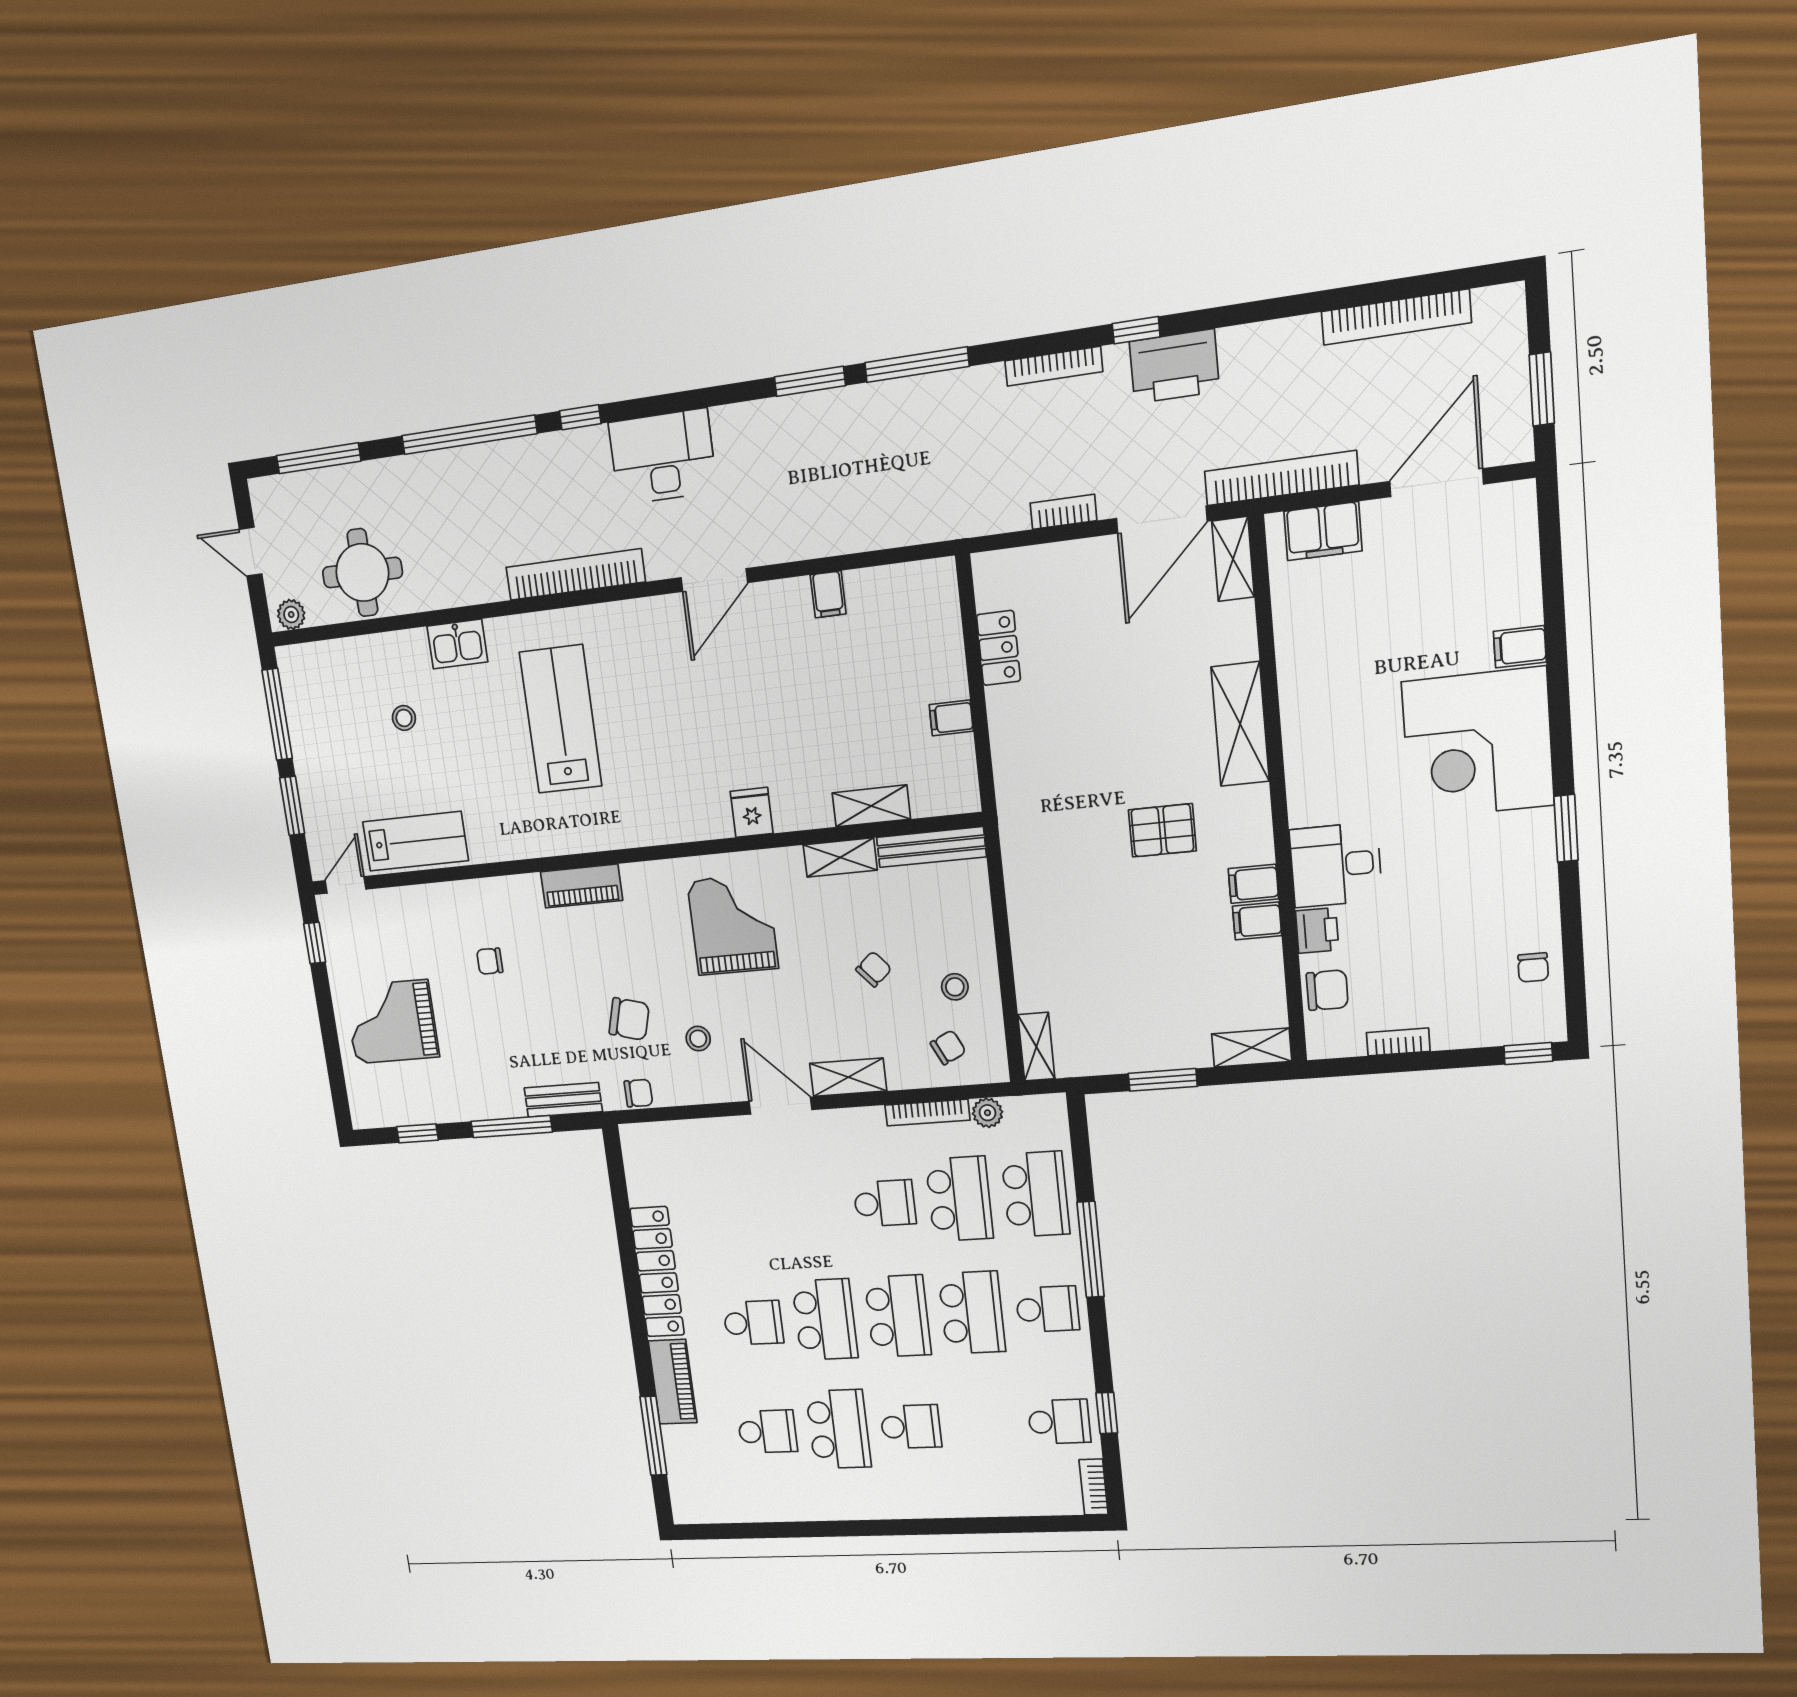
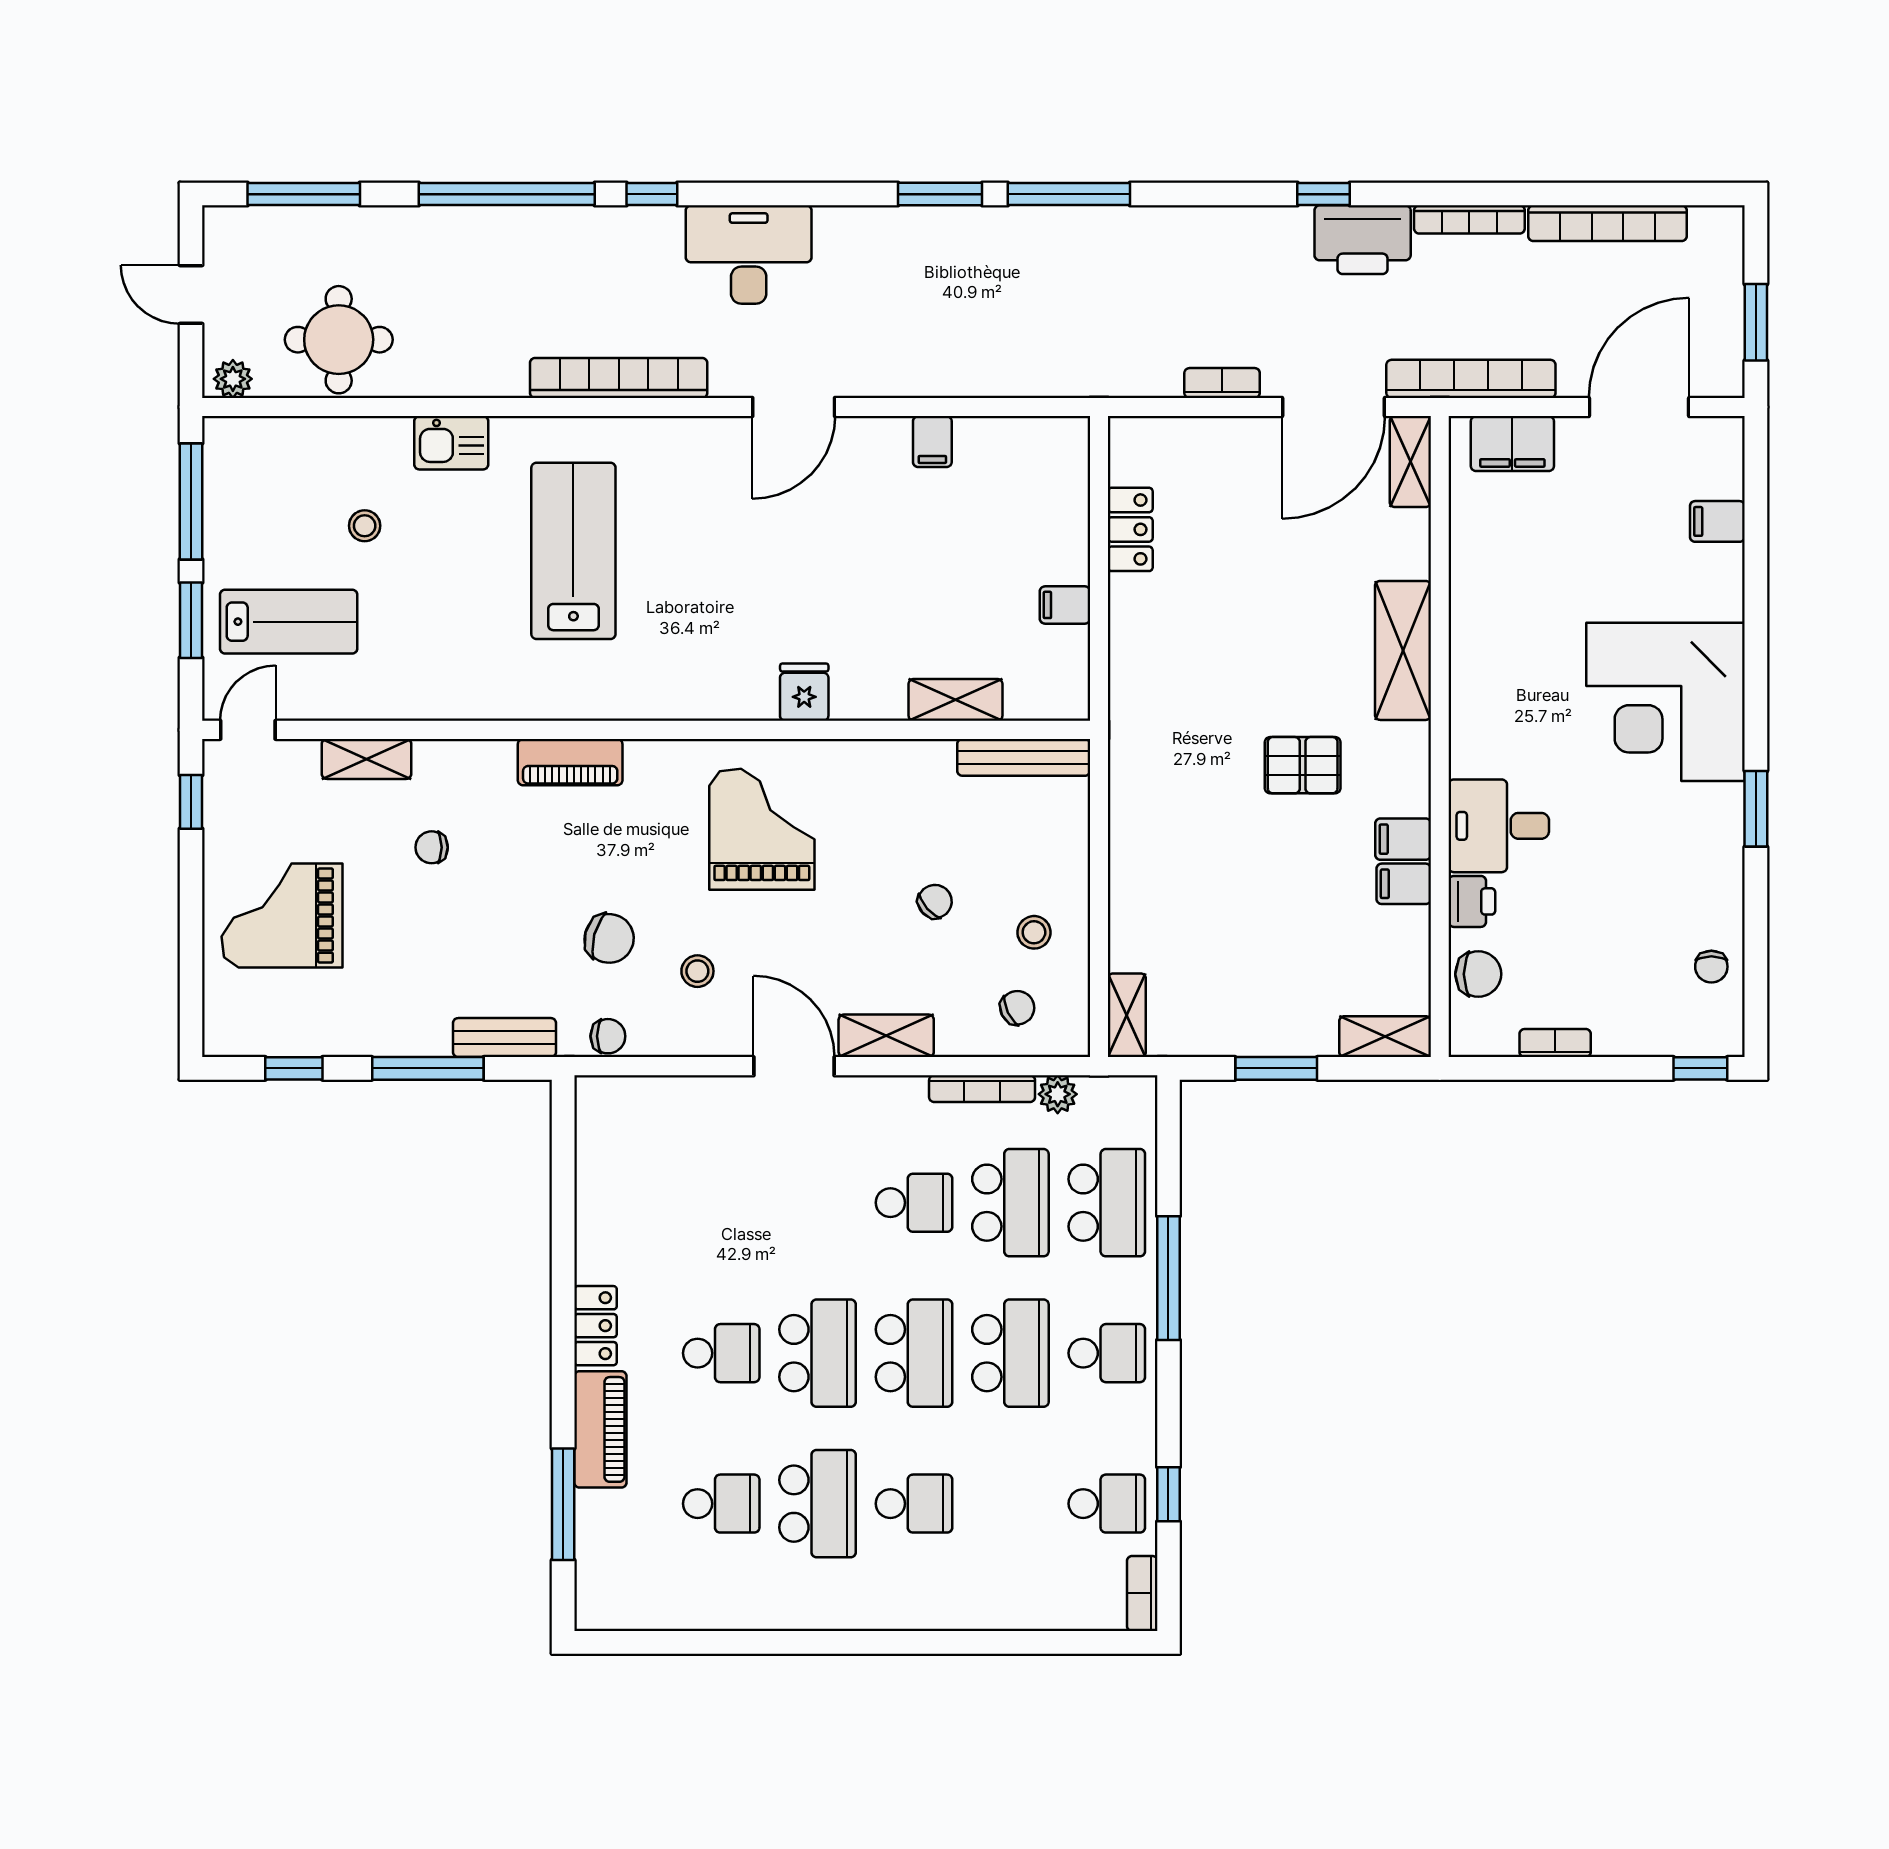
bookcase: (1054, 366) -> (1469, 219), moved
filing cabinet: (1520, 647) -> (1717, 521), moved
lab bench: (415, 841) -> (289, 622), moved
shelving: (840, 857) -> (366, 759), moved
locker: (657, 1272) -> (596, 1326), width x0.46, depth x0.83

